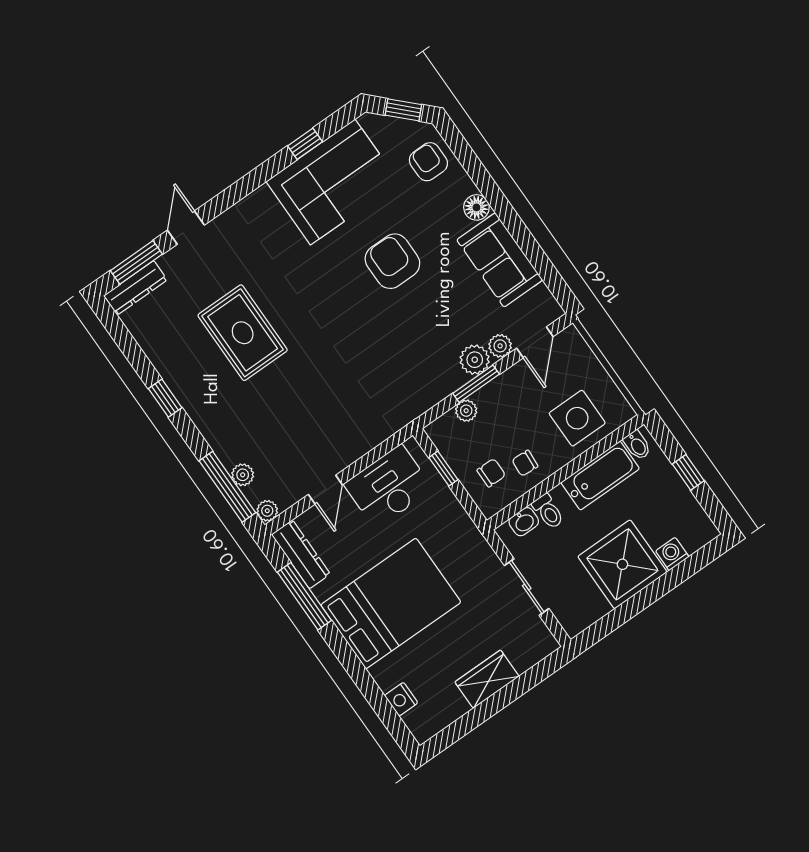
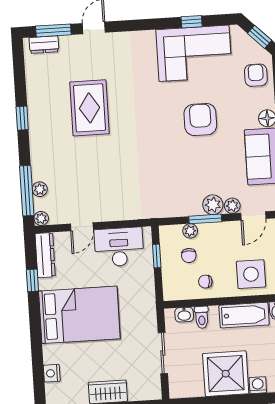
dresser: (136, 288) -> (44, 45), width x0.70
chair: (491, 473) -> (189, 256), moved, turned 90
window: (304, 596) -> (32, 280), width x0.46

